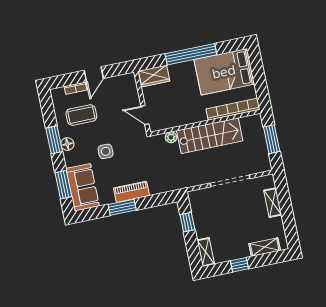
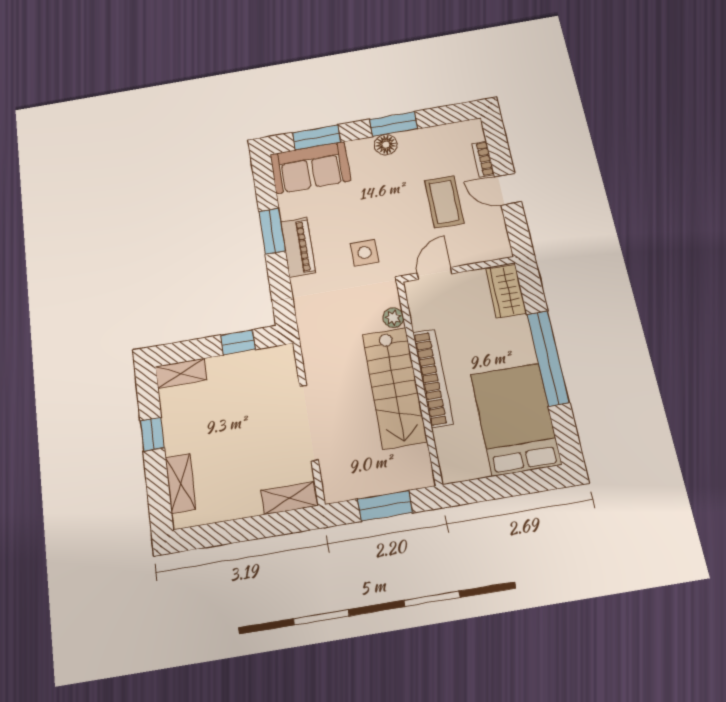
bookcase: (233, 109) -> (433, 378), moved
coffee table: (81, 115) -> (444, 202), moved
side table: (106, 151) -> (365, 253), moved
shelving: (273, 203) -> (289, 498), moved

